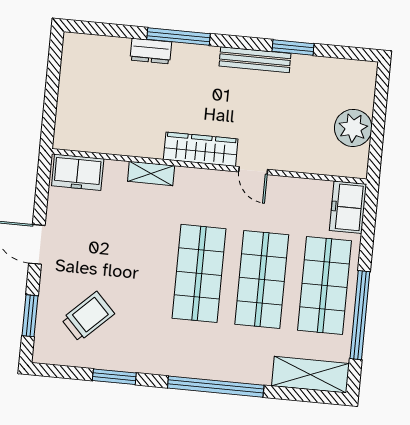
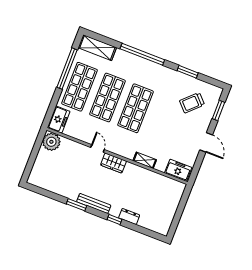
window: (178, 37) -> (115, 220), width x0.46
window: (293, 48) -> (76, 205), moved
bench: (255, 60) -> (94, 203), moved
plant: (353, 128) -> (51, 142), moved
wardrobe: (201, 149) -> (113, 163), width x0.67

